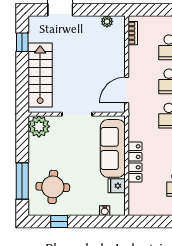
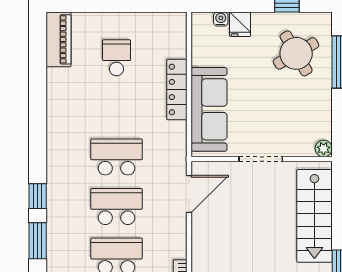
plant: (39, 126) -> (324, 149), width x0.53, depth x0.53
fridge: (117, 186) -> (240, 24), moved, turned 90
round table: (53, 187) -> (296, 53), turned -33

